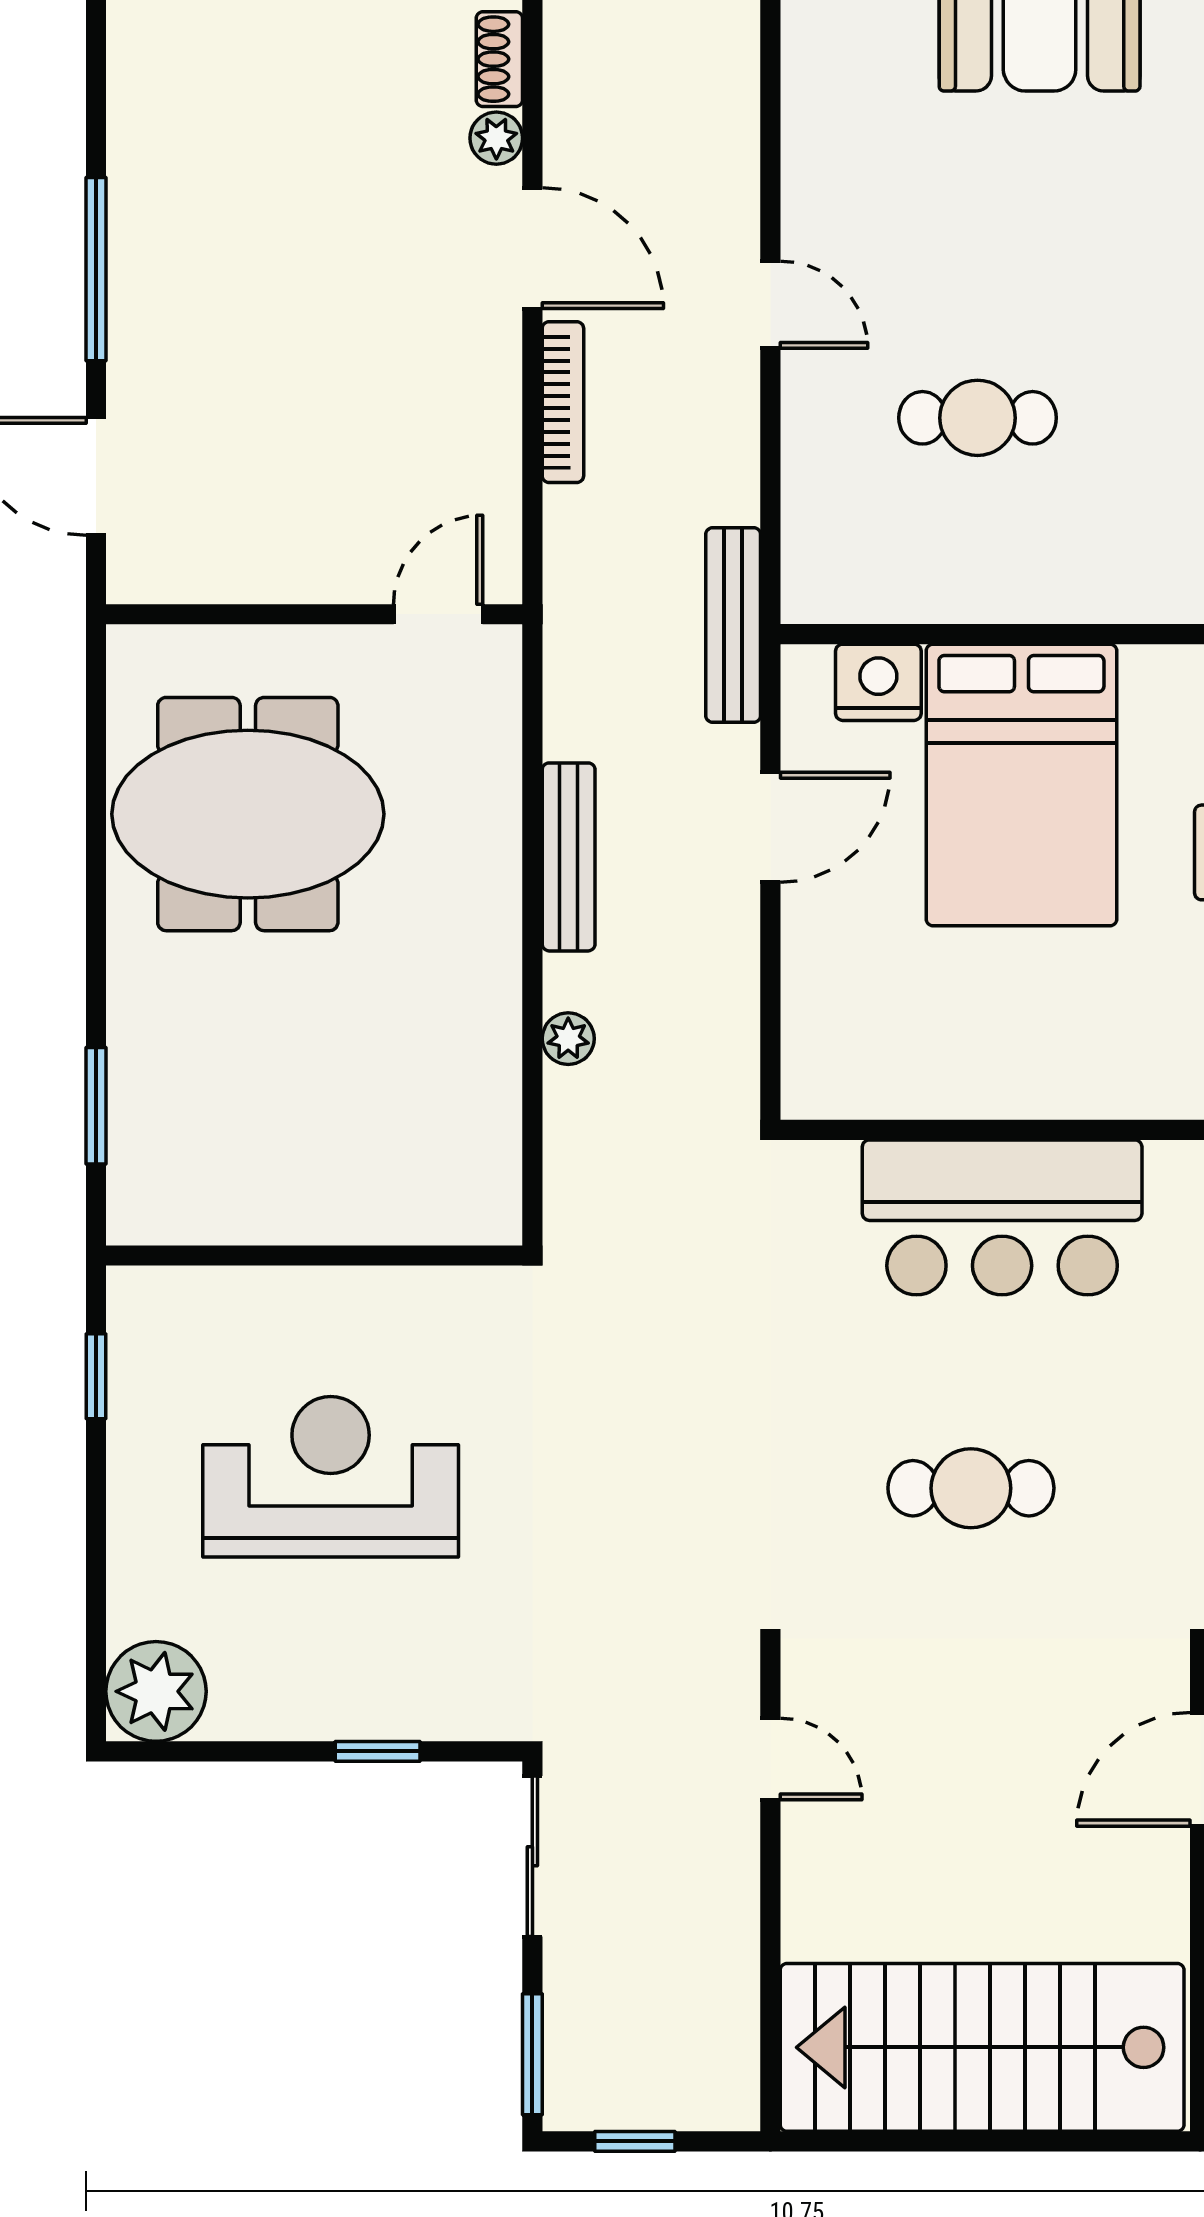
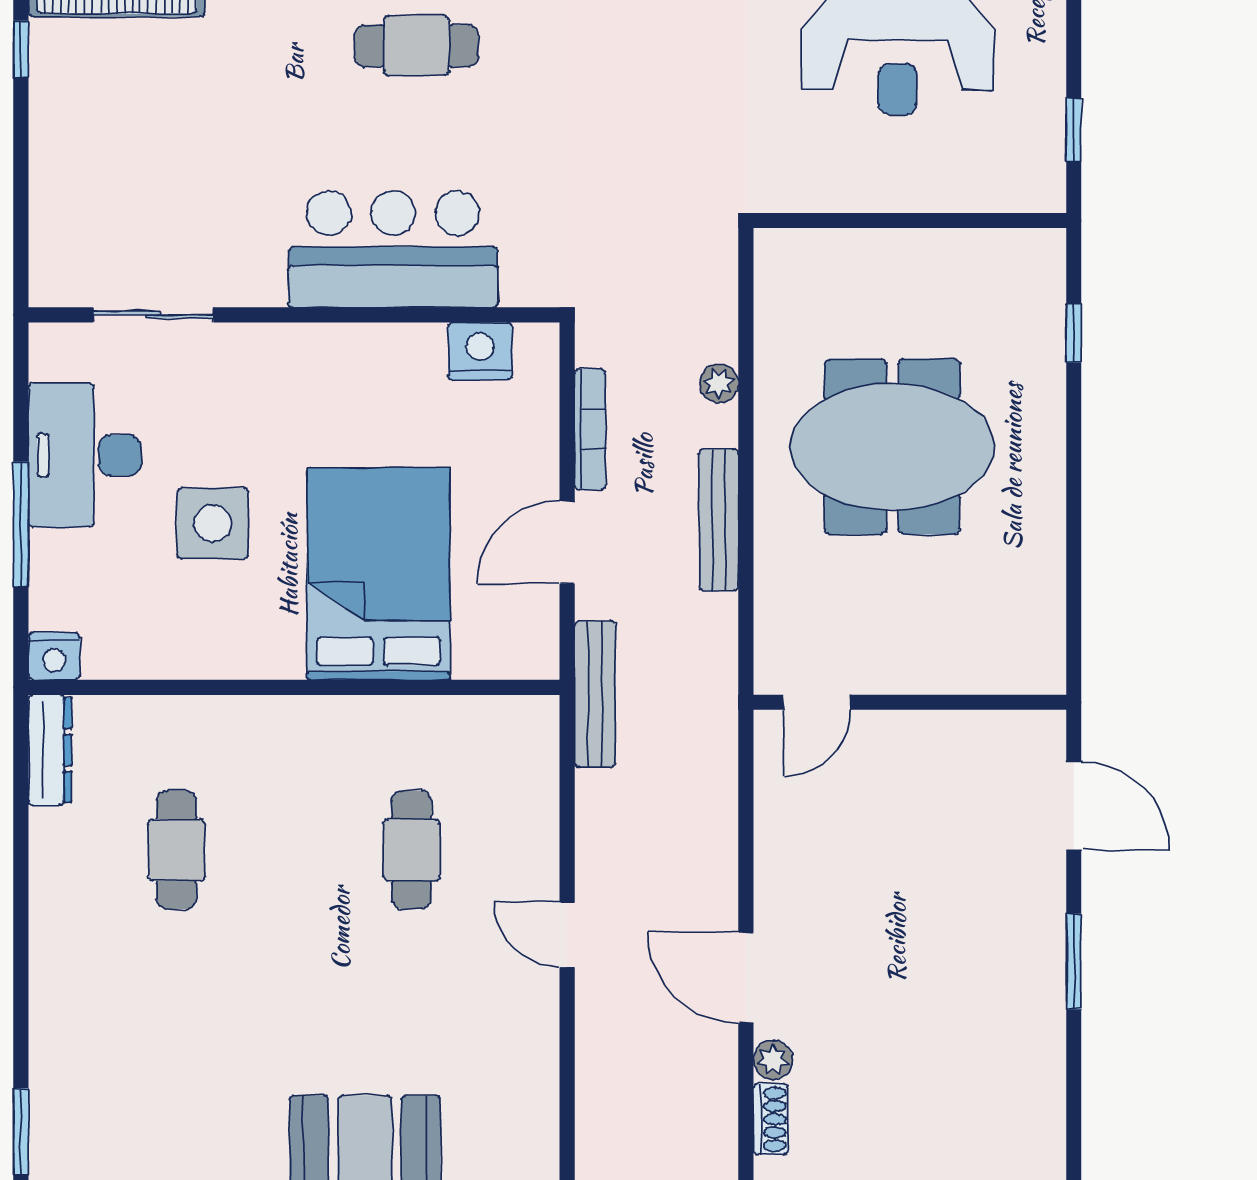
window: (96, 269) -> (1074, 962), width x0.69
bookcase: (563, 402) -> (590, 429), moved, turned 180
cafe table: (978, 418) -> (412, 850), turned 90
nightstand: (878, 682) -> (480, 351), moved, turned 180
meeting table: (248, 814) -> (892, 447), moved
window: (96, 1106) -> (1074, 333), width x0.67

